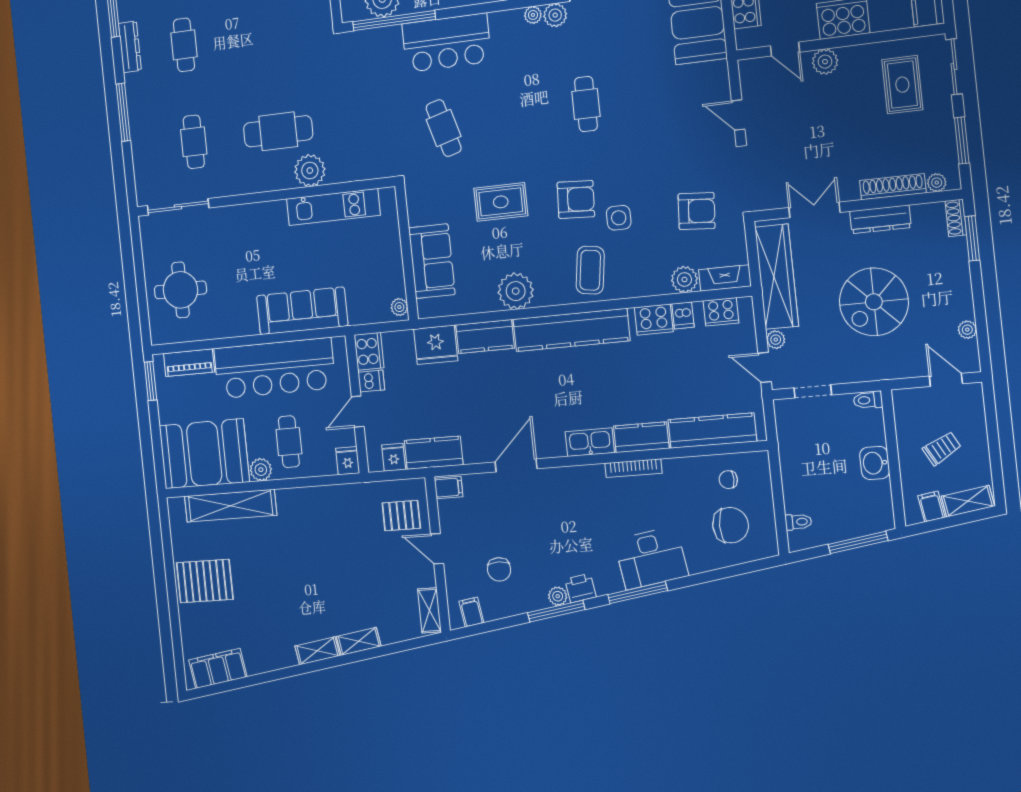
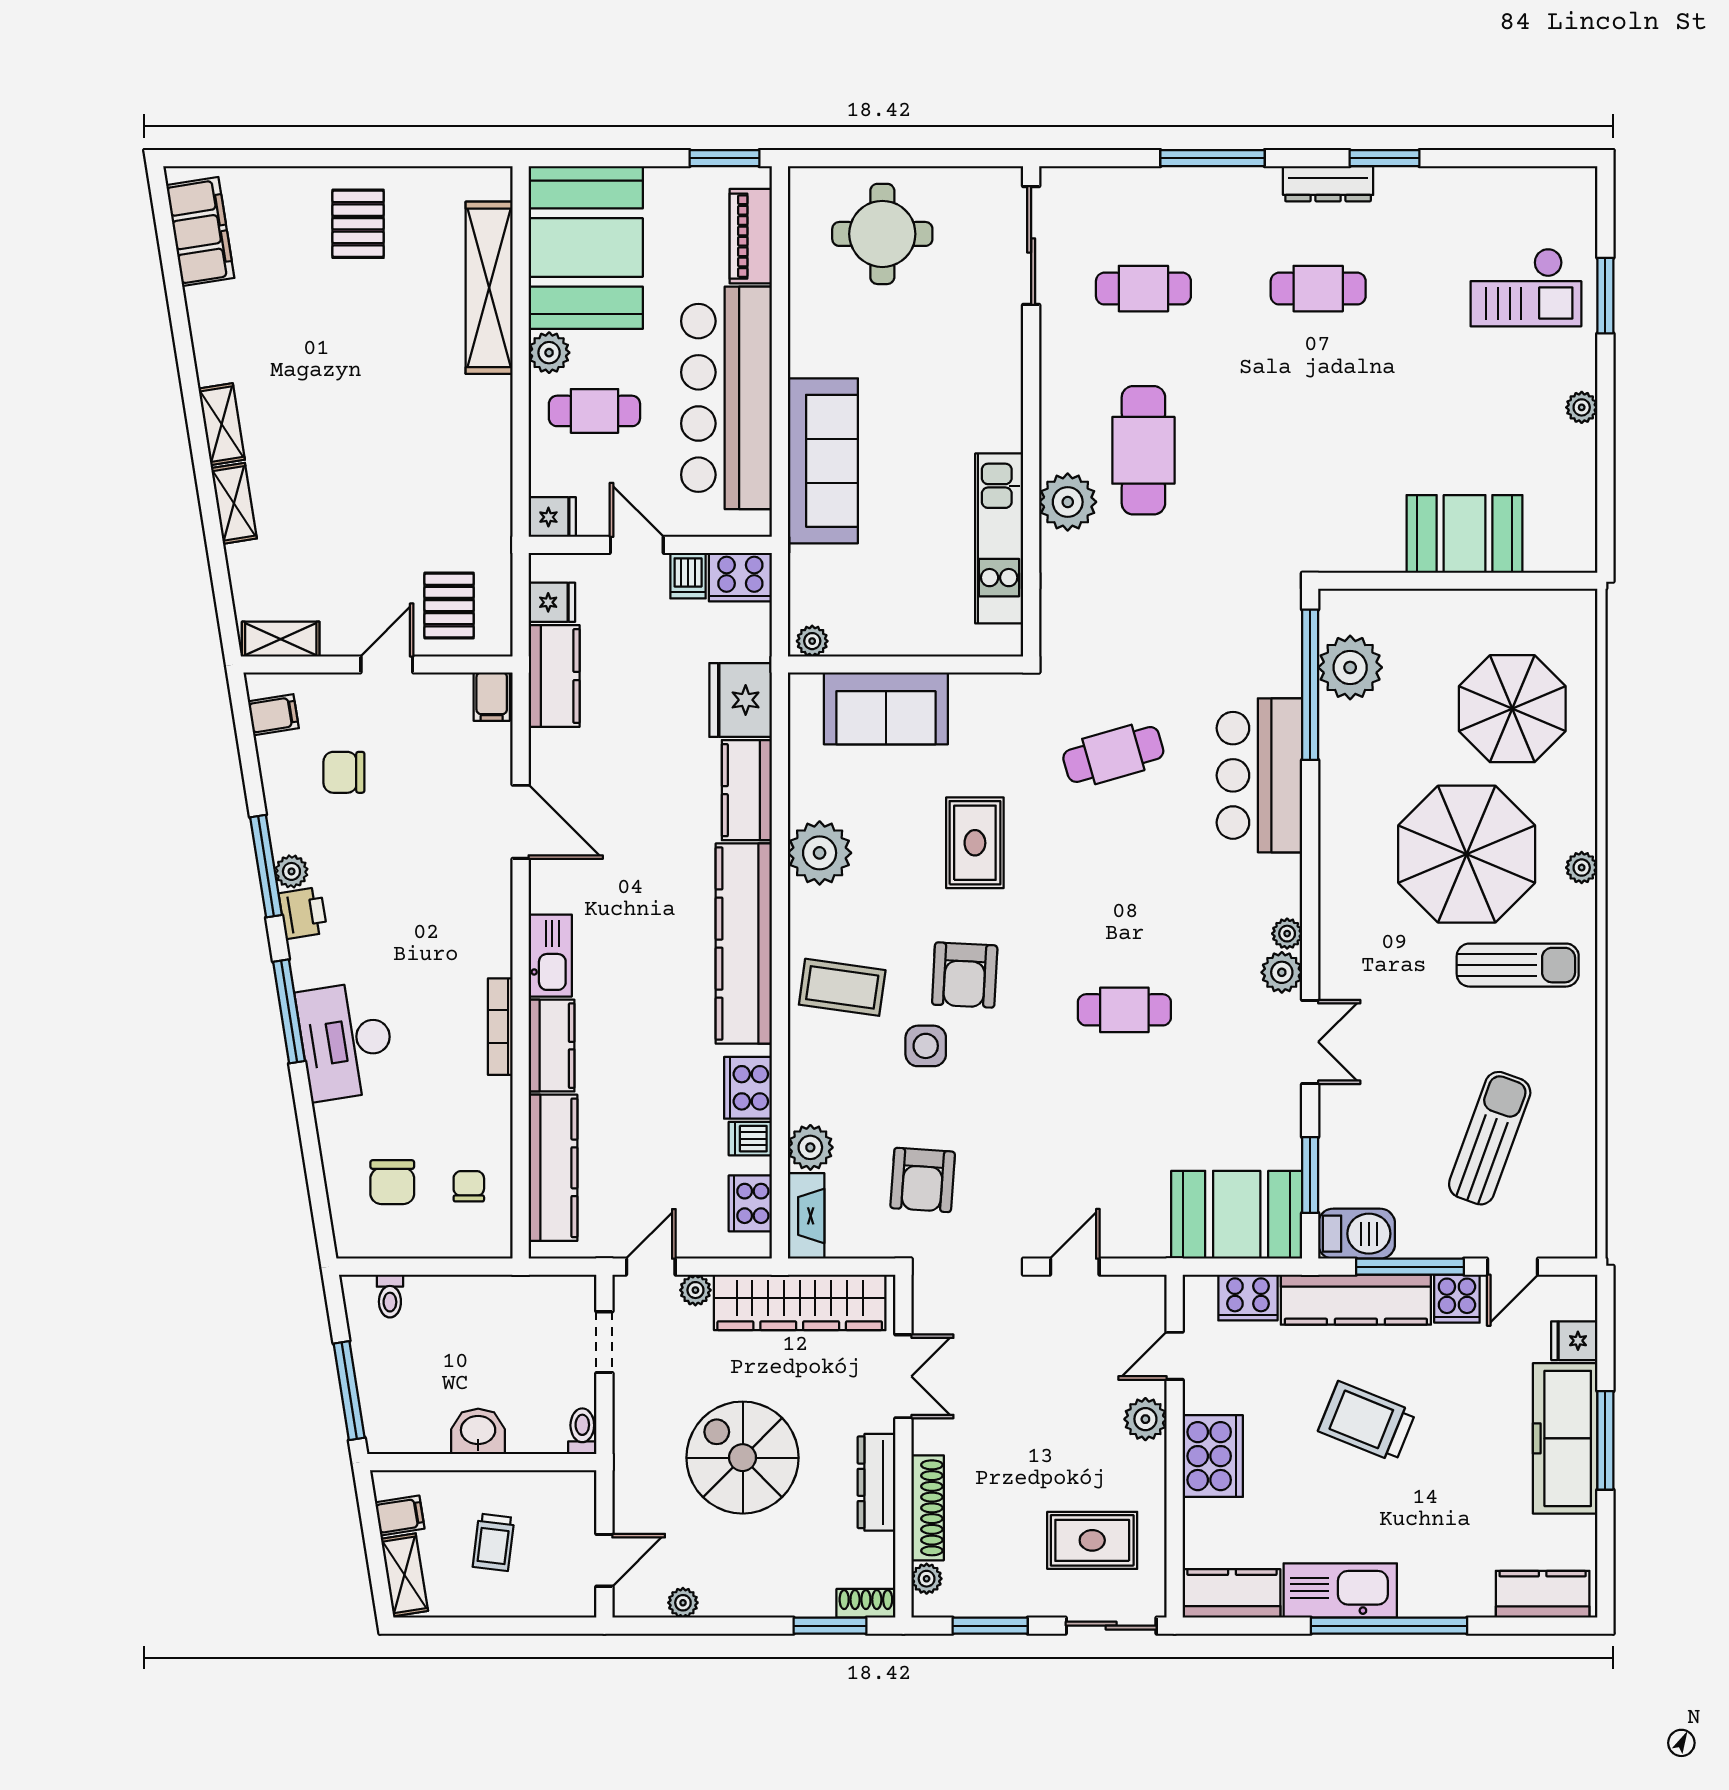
trolley: (942, 448) -> (494, 1542), turned 36
chair: (731, 525) -> (392, 1182), width x0.73, depth x0.73
pallet: (205, 581) -> (358, 224), width x0.67, depth x0.71

